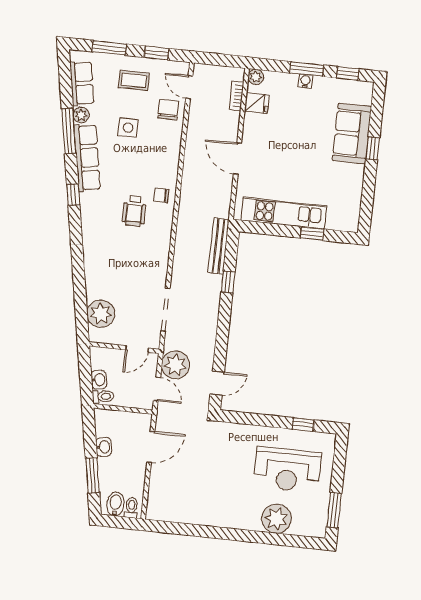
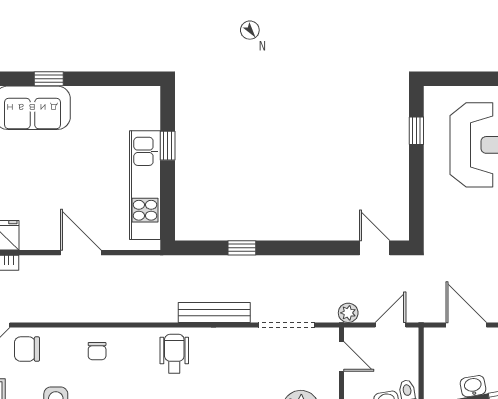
door: (237, 159) -> (81, 253), swing flipped
chair: (161, 195) -> (97, 351), moved
wheelchair: (134, 211) -> (174, 354), moved, turned -90
bench: (219, 246) -> (214, 313), moved
plant: (176, 365) -> (348, 313), width x0.53, depth x0.53

